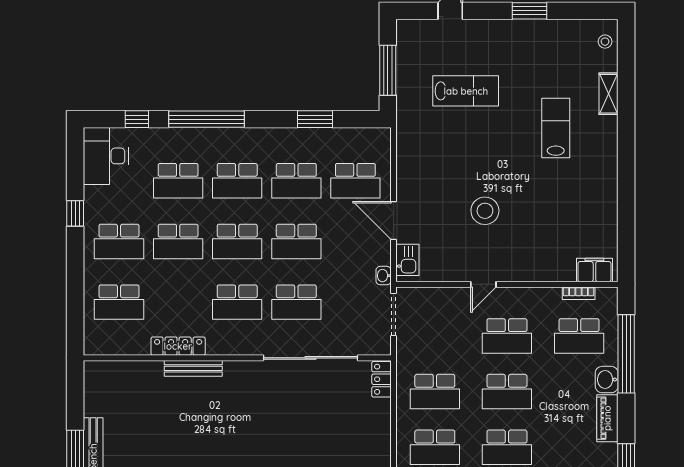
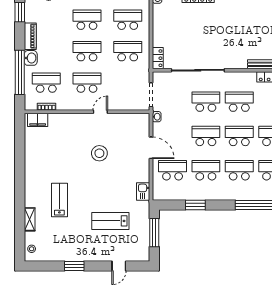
lab bench: (556, 128) -> (59, 200), turned 180
kitchen sink: (407, 260) -> (143, 191), moved

